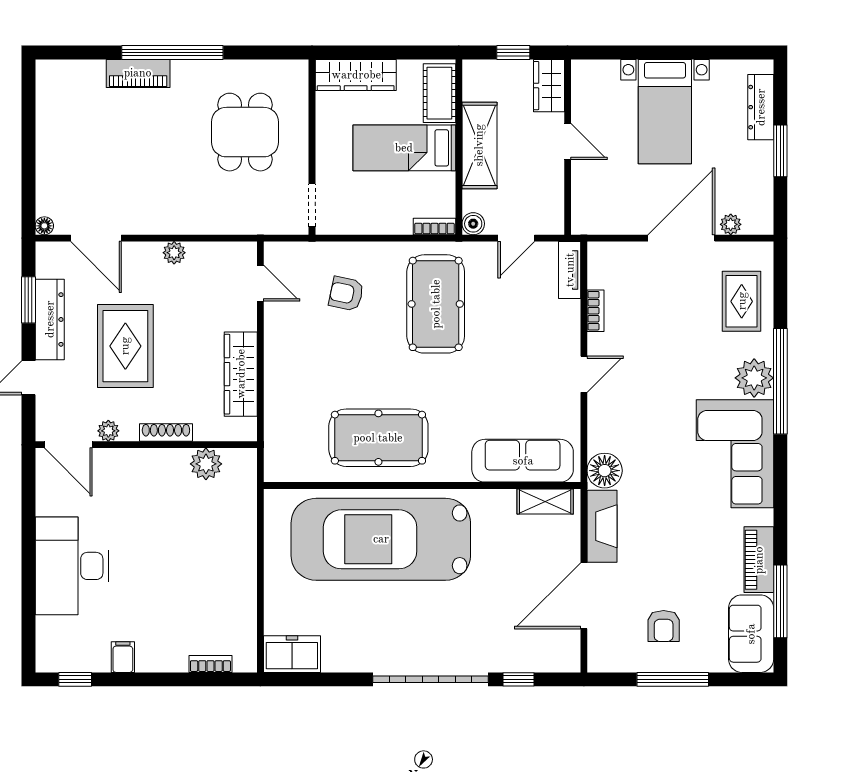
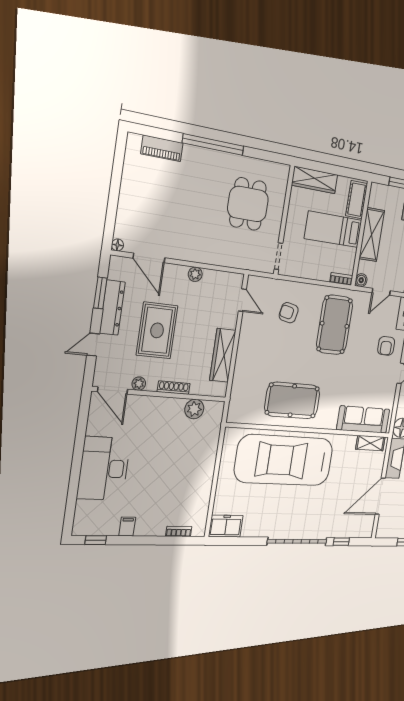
piano: (138, 73) -> (162, 148), moved
armchair: (544, 329) -> (386, 346), added

